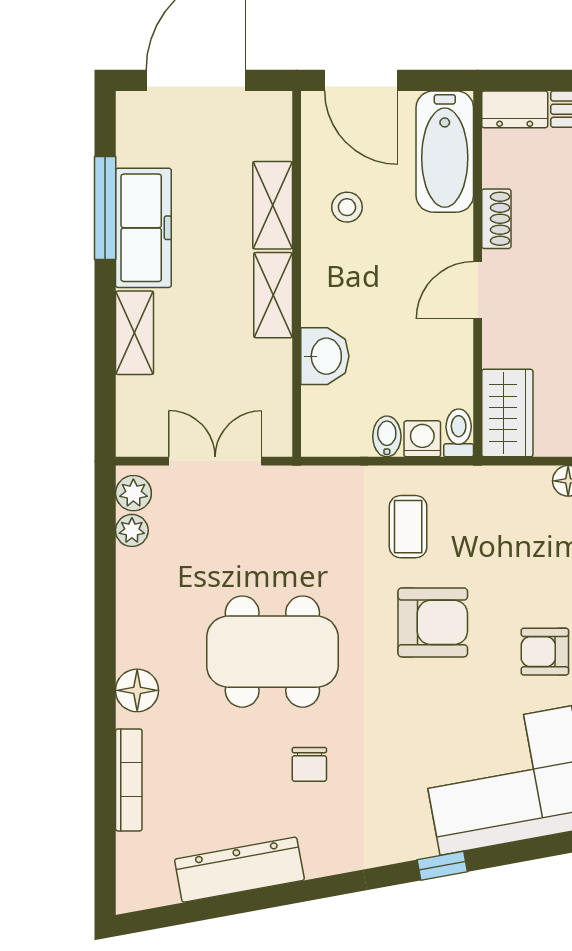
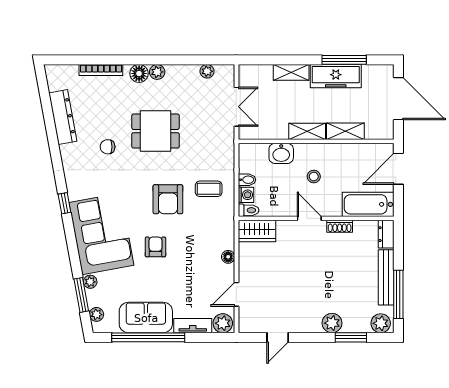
stool: (347, 207) -> (314, 177), moved
plant: (133, 493) -> (157, 72), moved
dining table: (272, 652) -> (156, 131), width x0.73

